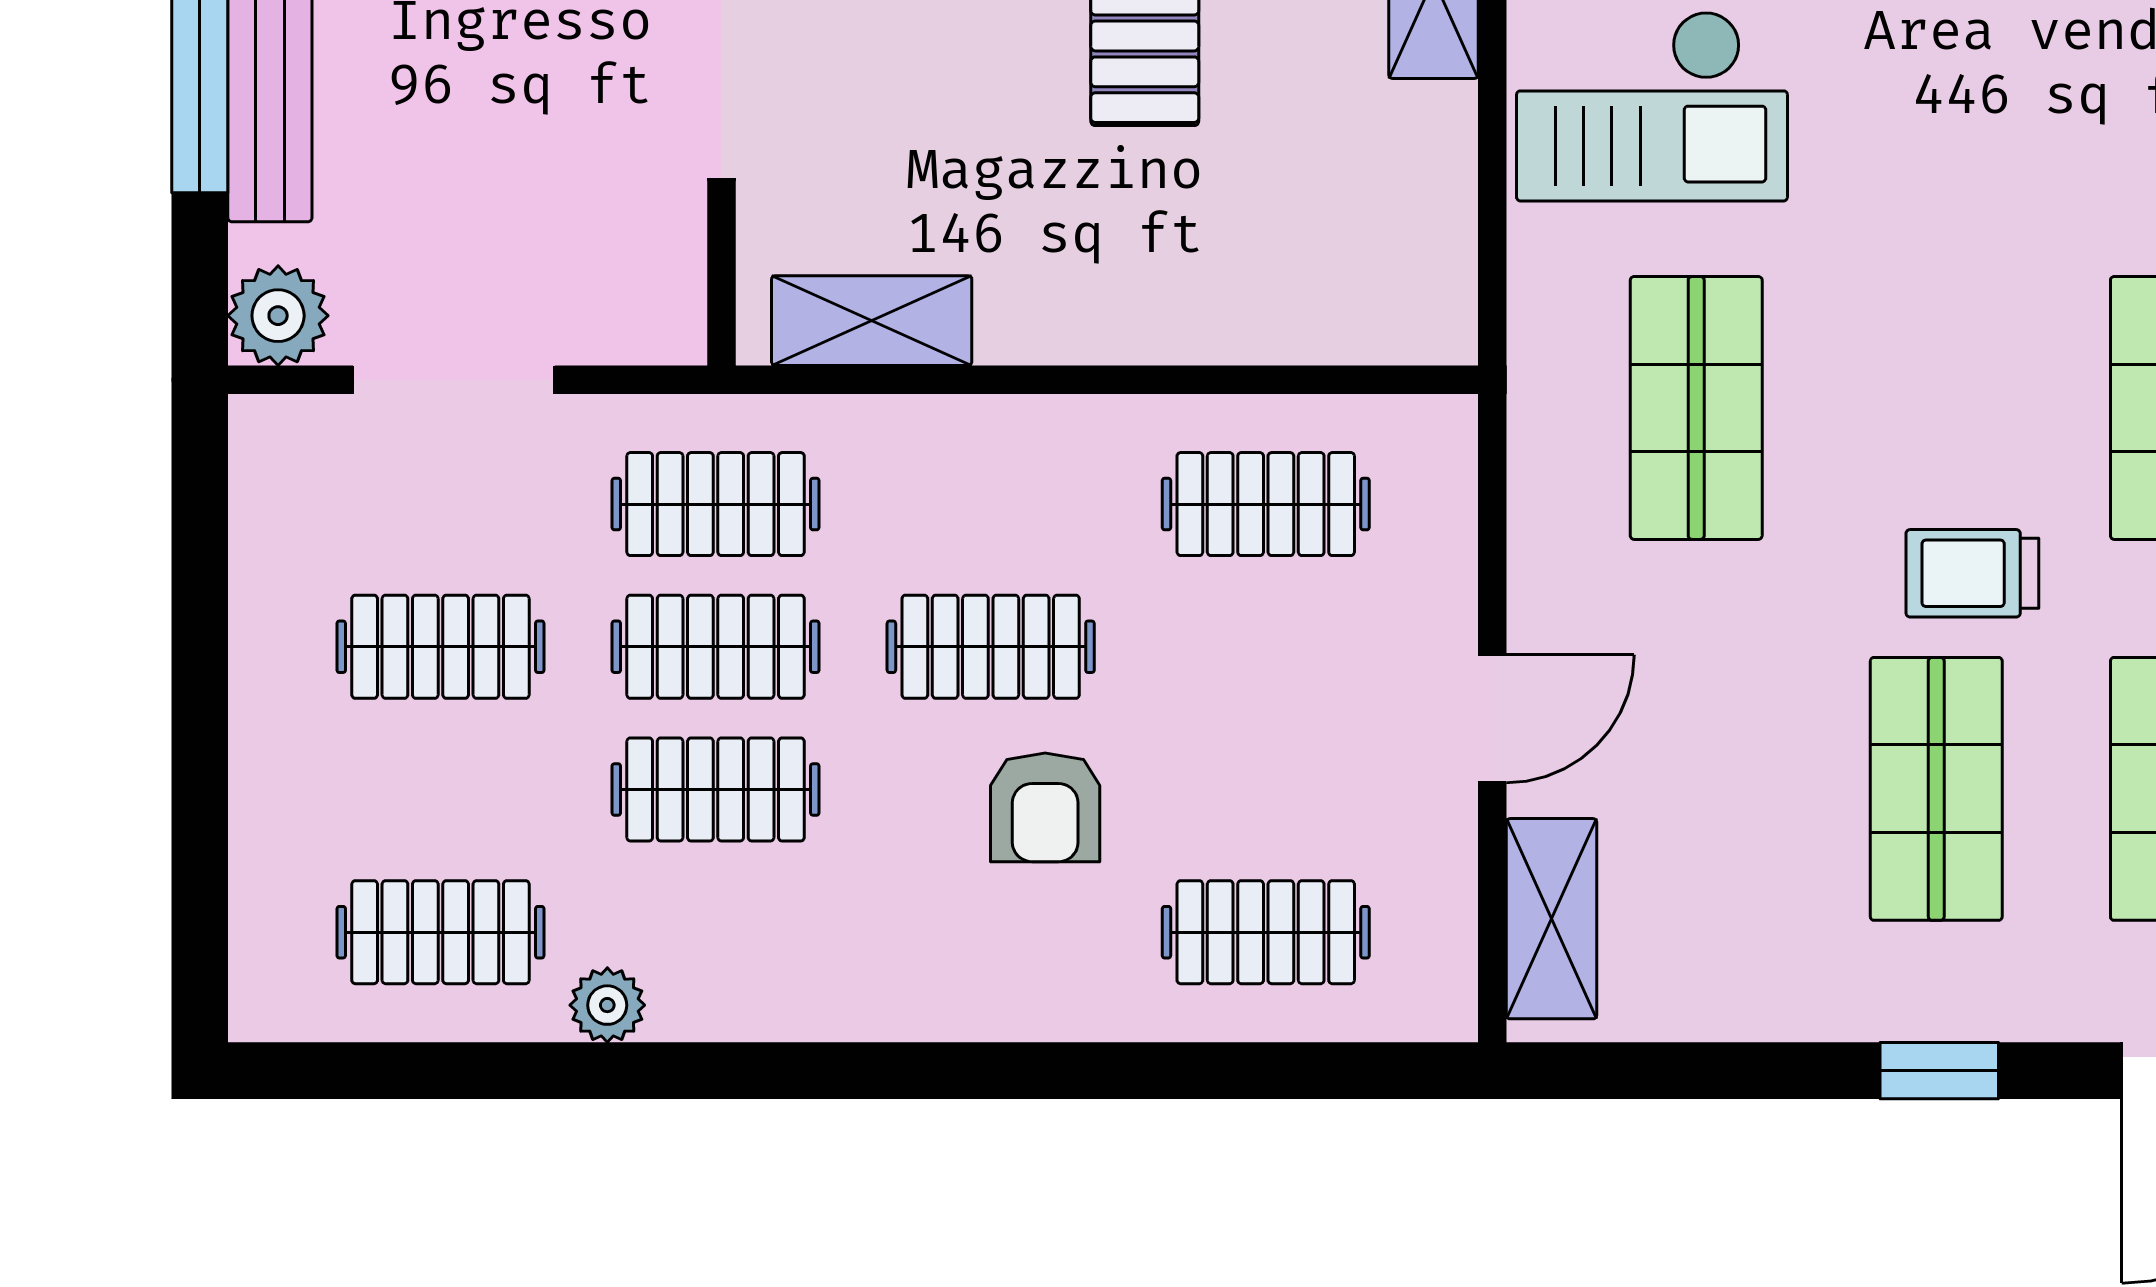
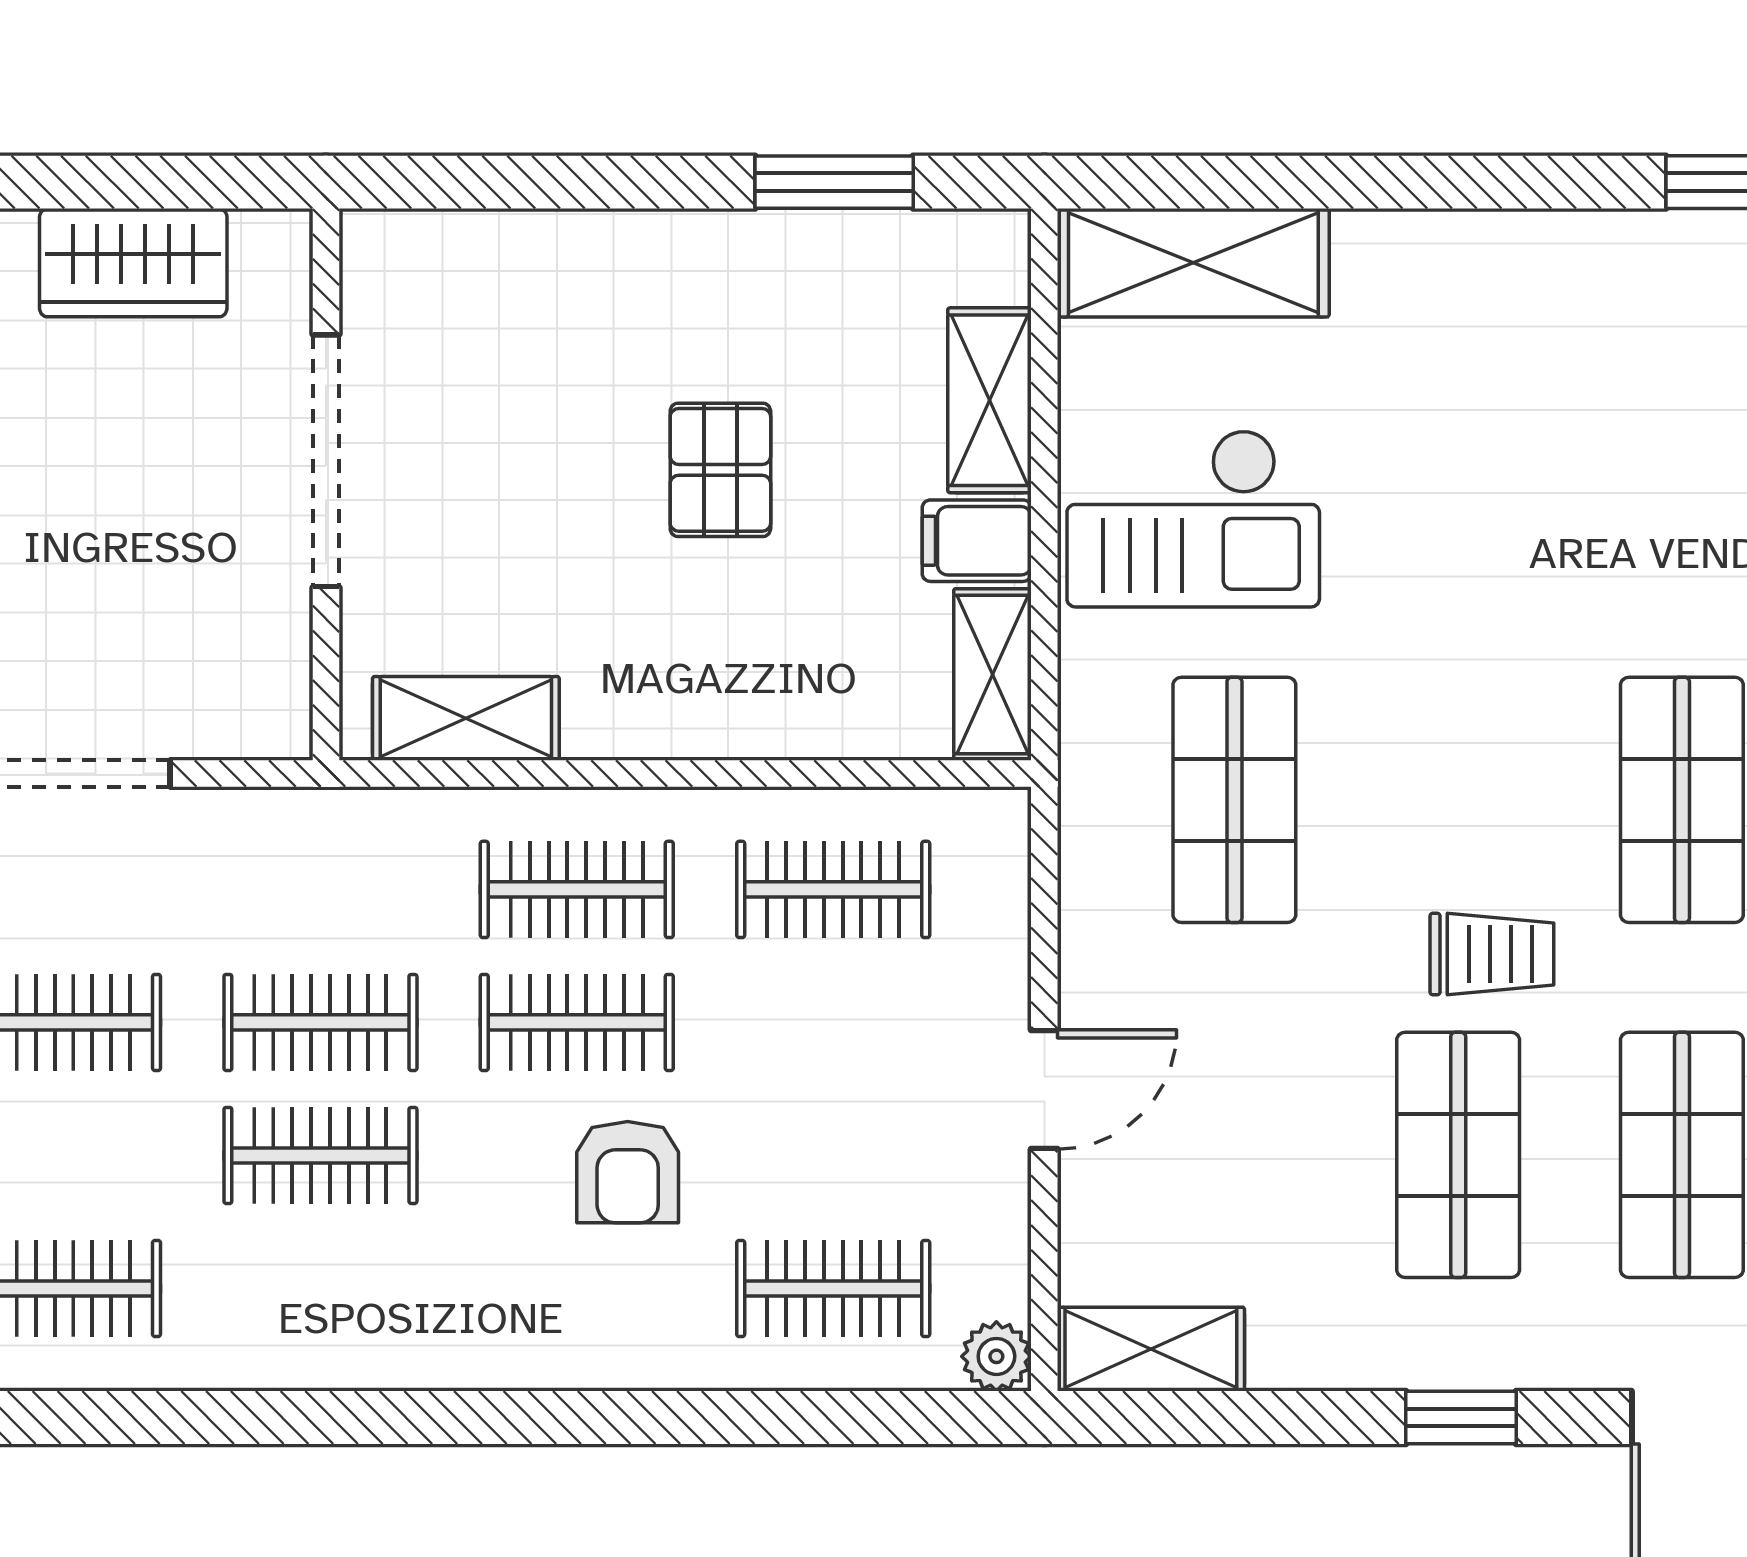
filing cabinet: (1420, 130) -> (977, 541), added
shelving: (1437, 273) -> (993, 674), added
clothes rail: (716, 504) -> (577, 889), moved
trolley: (1972, 573) -> (1492, 954), turned 180
shelving: (1552, 919) -> (1151, 1349), moved, turned 90
plant: (607, 1005) -> (996, 1356), moved

